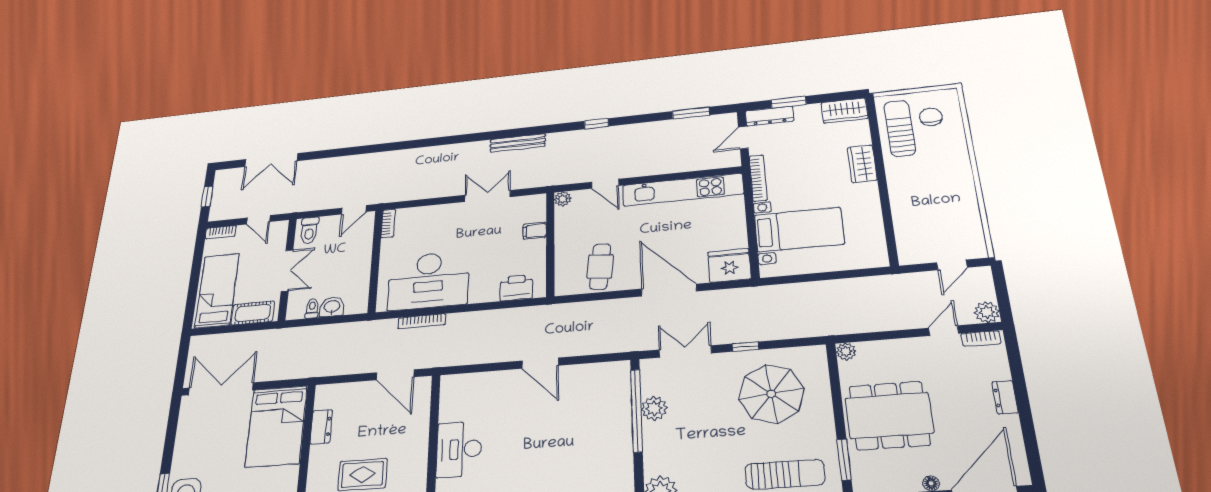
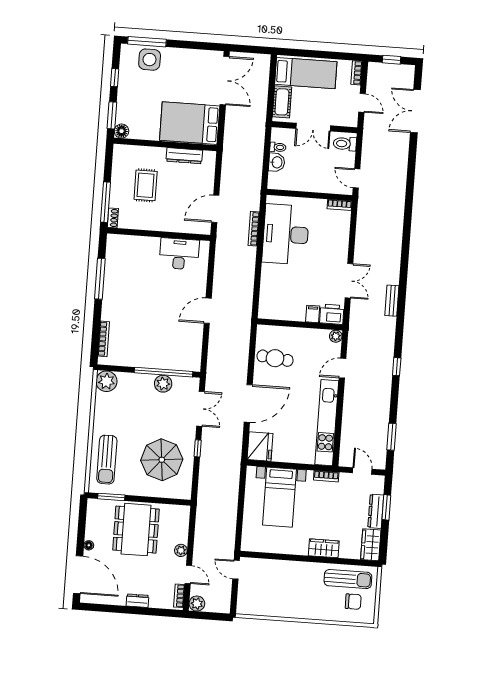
dresser: (769, 116) -> (376, 511), moved
bench: (518, 143) -> (392, 301), width x0.73
bookcase: (758, 178) -> (326, 476), width x0.64
door: (258, 220) -> (362, 103), swing flipped
door: (952, 265) -> (236, 570), moved
printer: (516, 288) -> (332, 314), moved, turned -90
plant: (846, 351) -> (181, 550), moved
dresser: (321, 427) -> (184, 156), width x1.44
desk: (459, 449) -> (179, 254), moved

